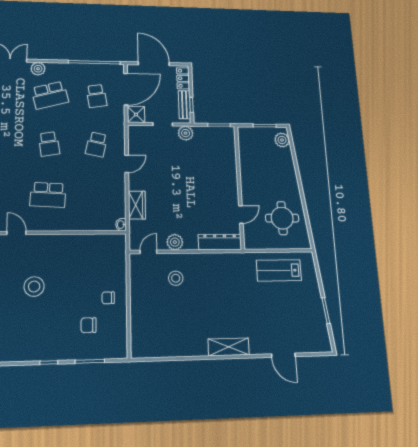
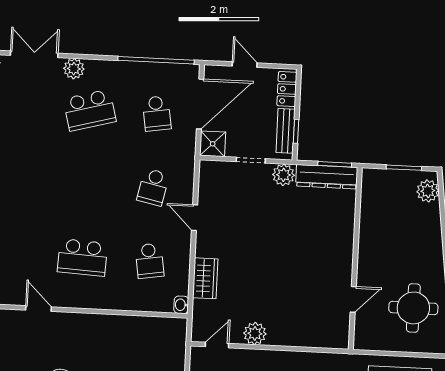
door: (154, 64) -> (245, 65), width x0.53
school desk: (49, 144) -> (149, 261), moved
door: (127, 164) -> (195, 218), swing flipped
dresser: (220, 242) -> (327, 177), moved, turned 180

